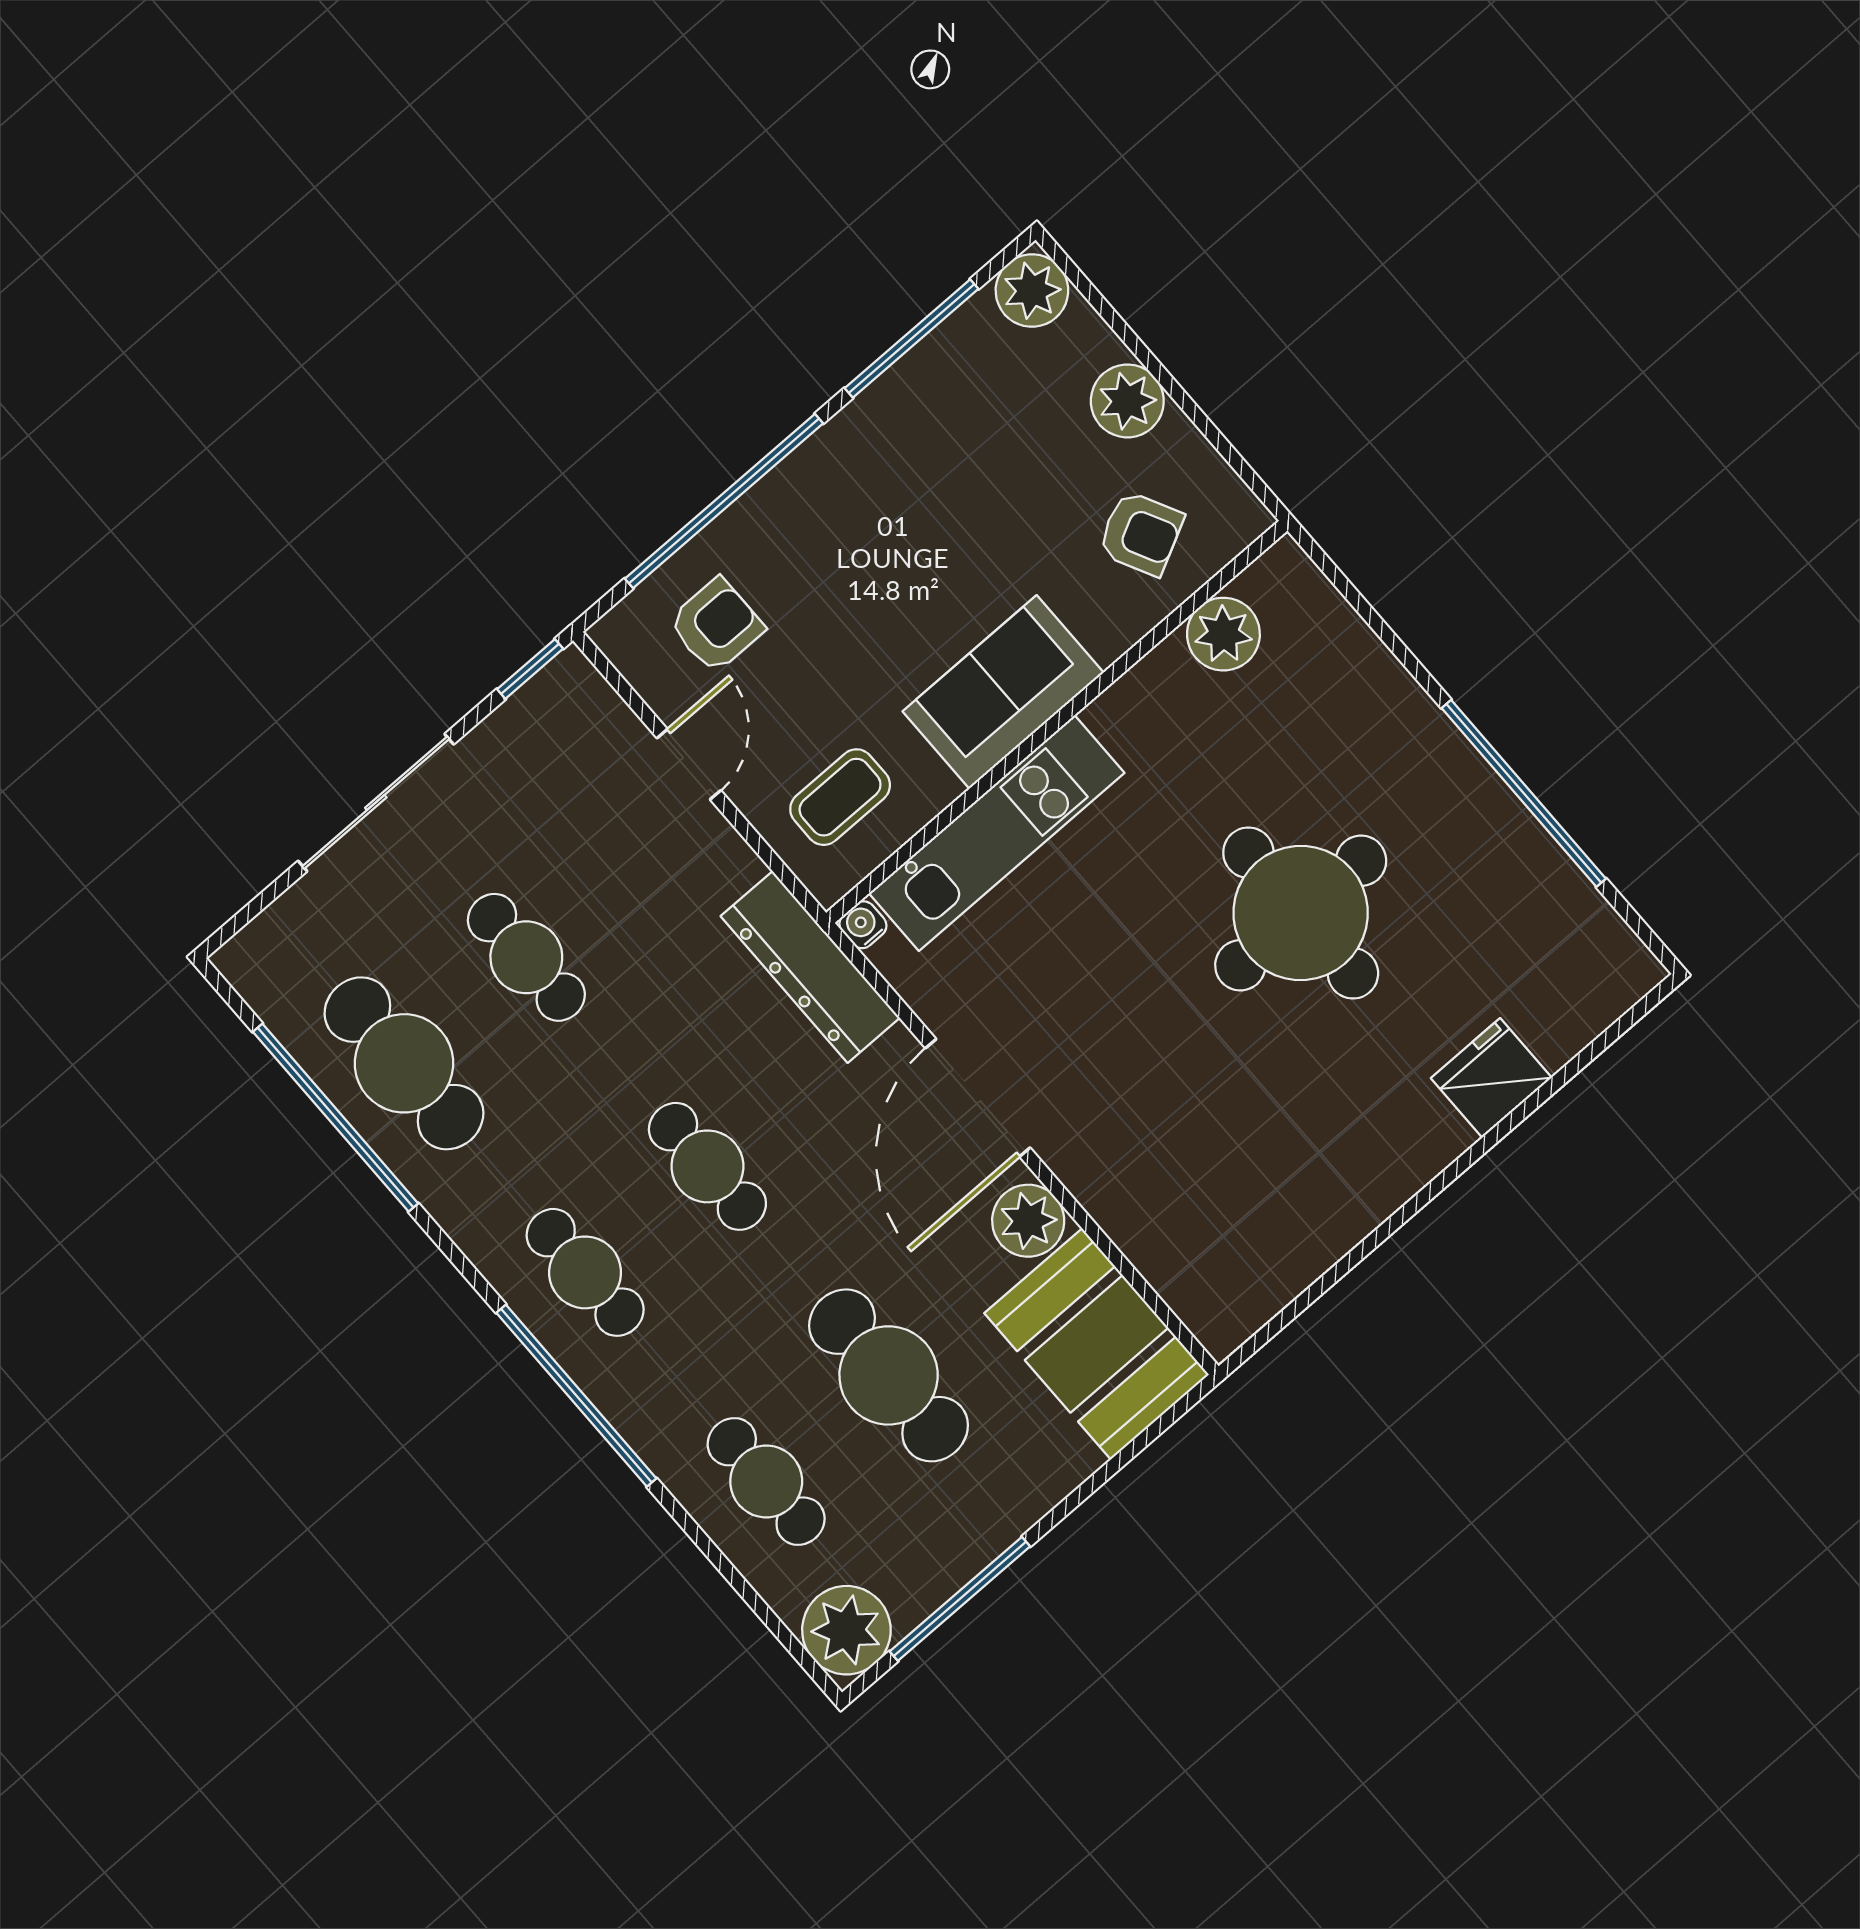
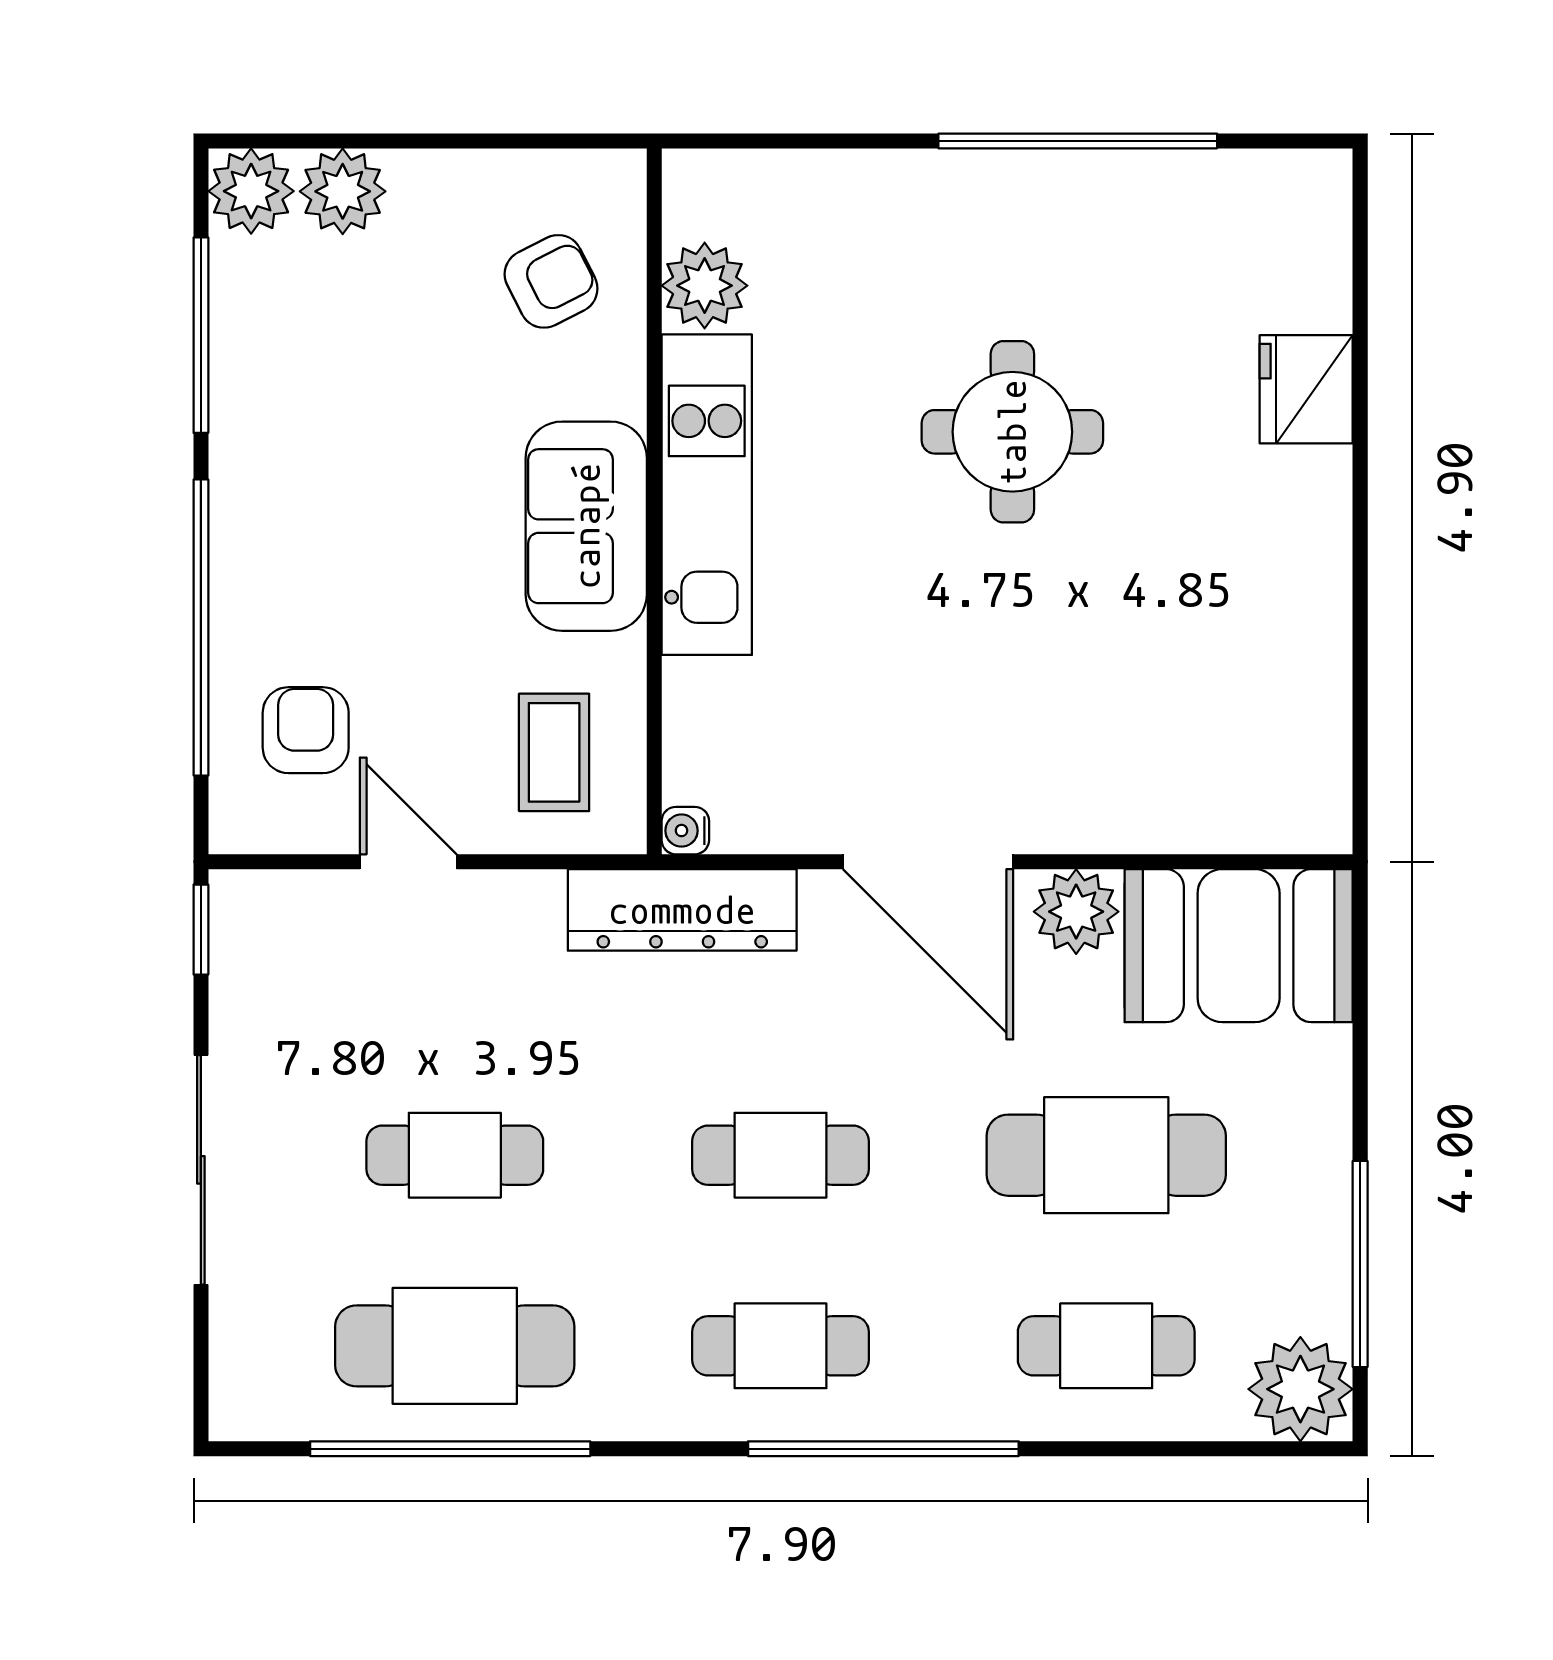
plant: (1127, 401) -> (343, 191), moved
kitchen unit: (997, 833) -> (707, 495), moved
round table: (1301, 913) -> (1012, 432), width x0.73, depth x0.73

